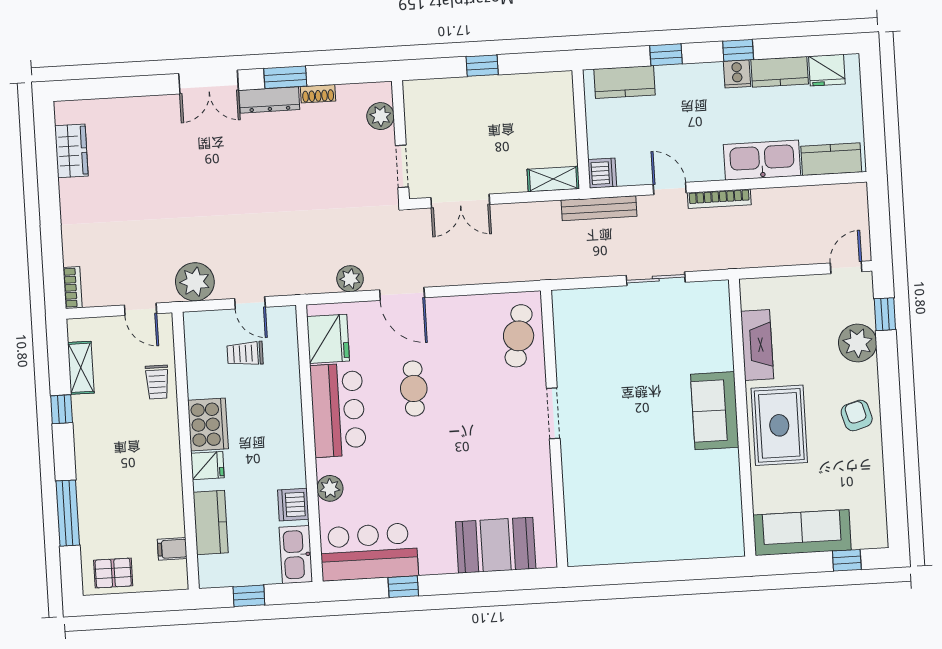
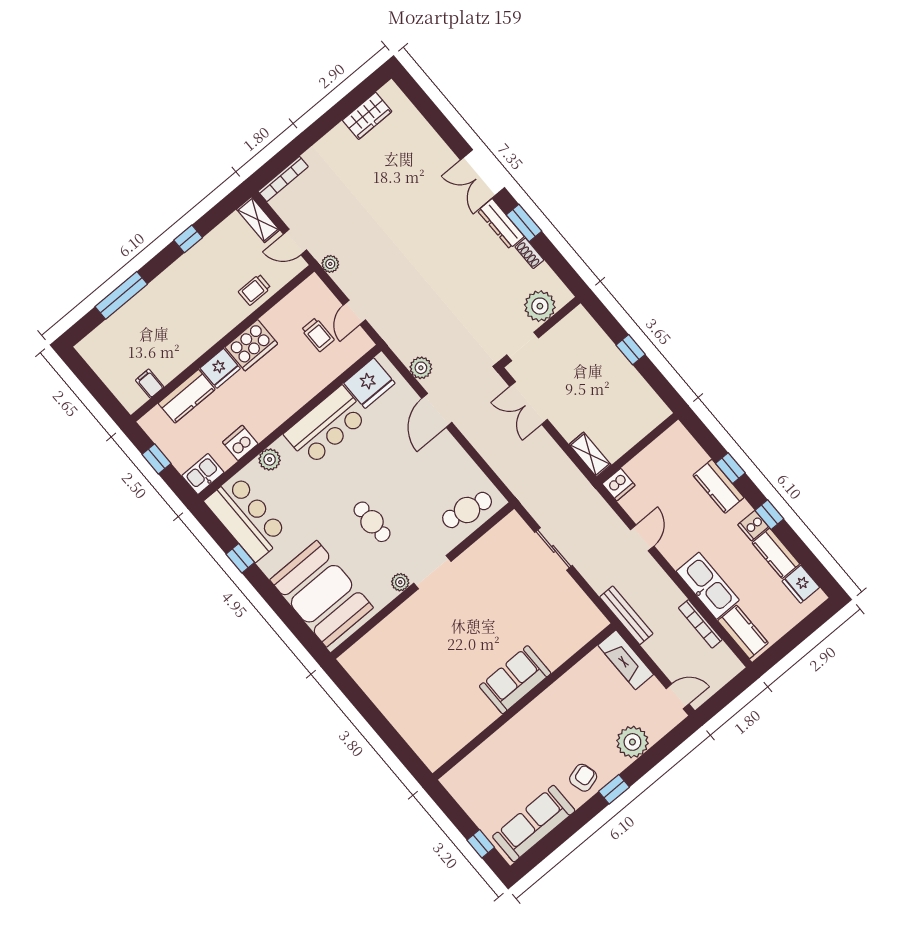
kitchen counter: (625, 82) -> (718, 486), moved
plant: (380, 116) -> (540, 306), width x1.36, depth x1.36
bookcase: (719, 199) -> (700, 624), moved
bench: (599, 208) -> (626, 615), moved
sliding door: (656, 279) -> (554, 549), moved
plant: (195, 282) -> (330, 264), width x0.53, depth x0.53
bookcase: (73, 288) -> (283, 179), width x1.56
door: (140, 309) -> (295, 242), hinge flipped
window: (885, 314) -> (614, 789), moved
fireplace: (757, 345) -> (626, 660), moved, turned 90
trolley: (245, 354) -> (318, 335), turned 180
shelving: (81, 368) -> (258, 220), moved, turned 90
cafe table: (414, 388) -> (372, 522), moved, turned 90
rug: (779, 425) -> (538, 731), removed
plant: (540, 451) -> (400, 582), added
fridge: (207, 466) -> (220, 368), width x1.38
sofa: (802, 533) -> (534, 824), moved, turned -90
booth: (496, 545) -> (322, 594), width x1.36, depth x1.42
kitchen sink: (296, 555) -> (203, 474), width x0.73
pallet: (113, 573) -> (104, 356), removed

